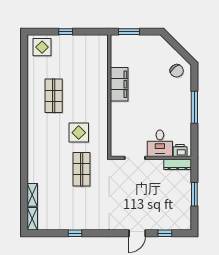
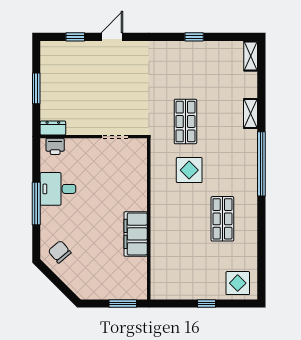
window: (24, 137) -> (261, 164), added
desk: (160, 143) -> (58, 189), moved, turned -90
dresser: (178, 164) -> (53, 128), width x0.70
shelving: (32, 195) -> (251, 113), moved

